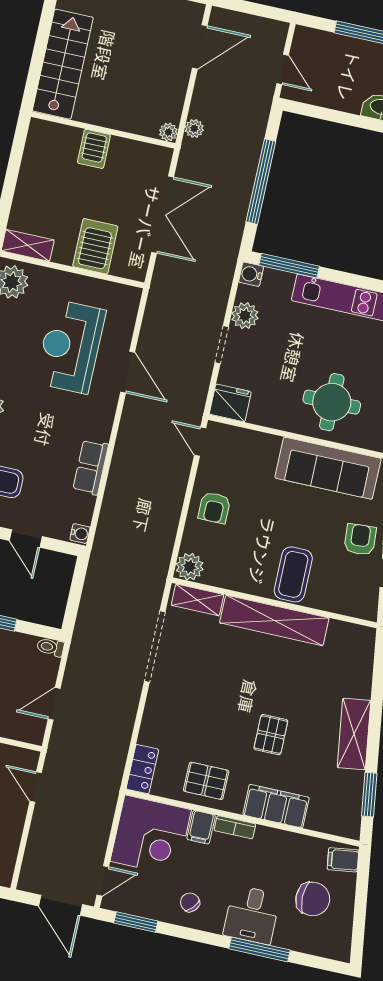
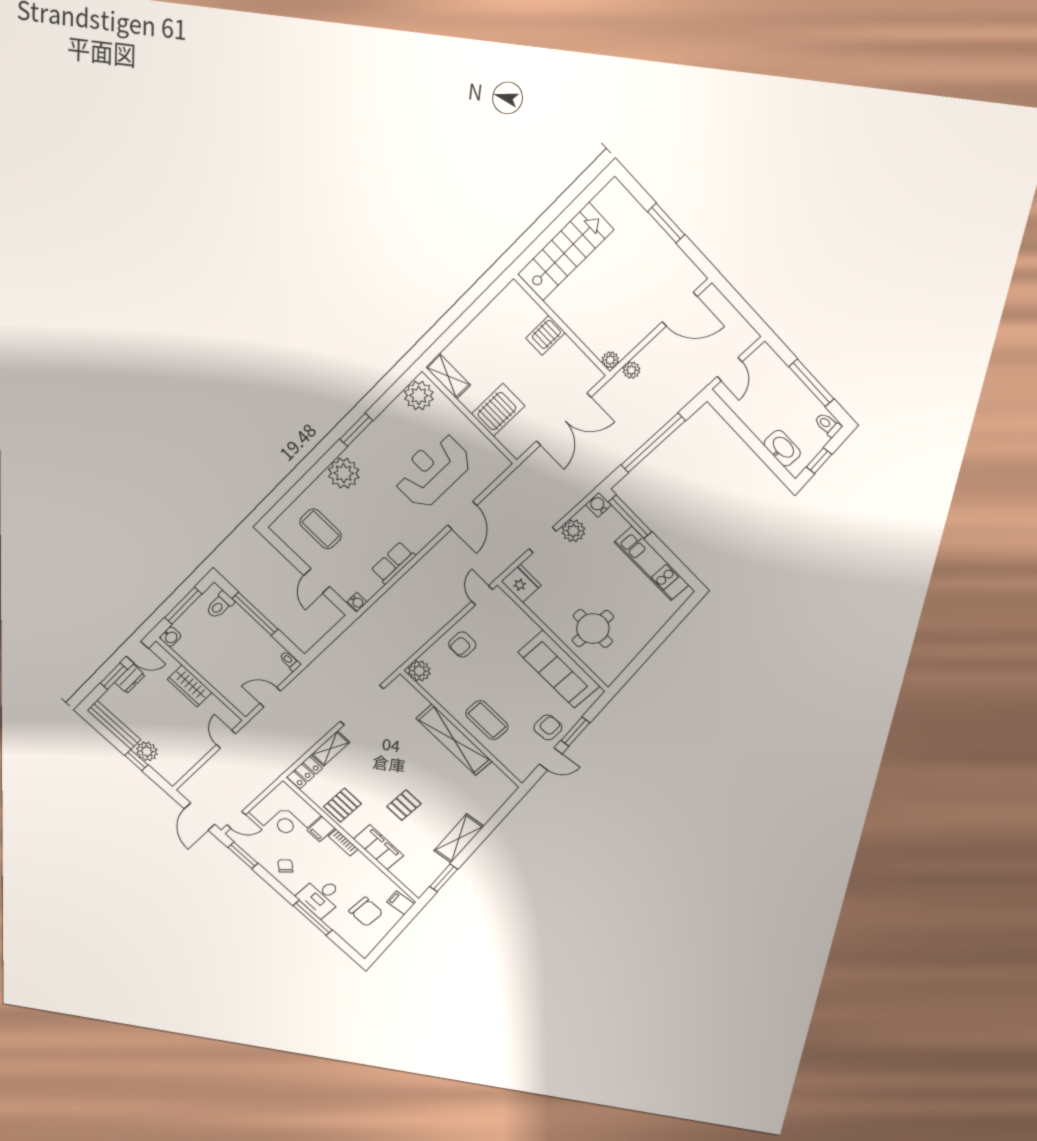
coffee table: (293, 574) -> (487, 720), turned 90
shelving: (198, 600) -> (330, 749), moved, turned 90
pallet: (206, 781) -> (342, 805), turned 90

